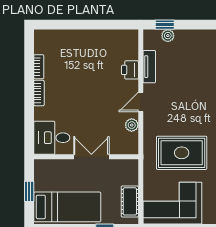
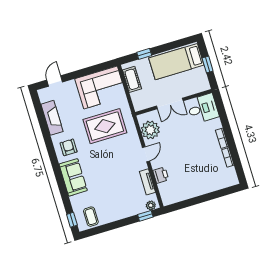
plant: (168, 36) -> (151, 205), moved
plant: (132, 125) -> (150, 130), width x1.87, depth x1.87

